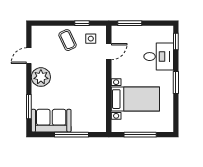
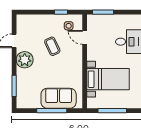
coffee table: (68, 40) -> (52, 46), moved
door: (109, 52) -> (85, 37), swing flipped
sofa: (51, 121) -> (59, 98), moved

